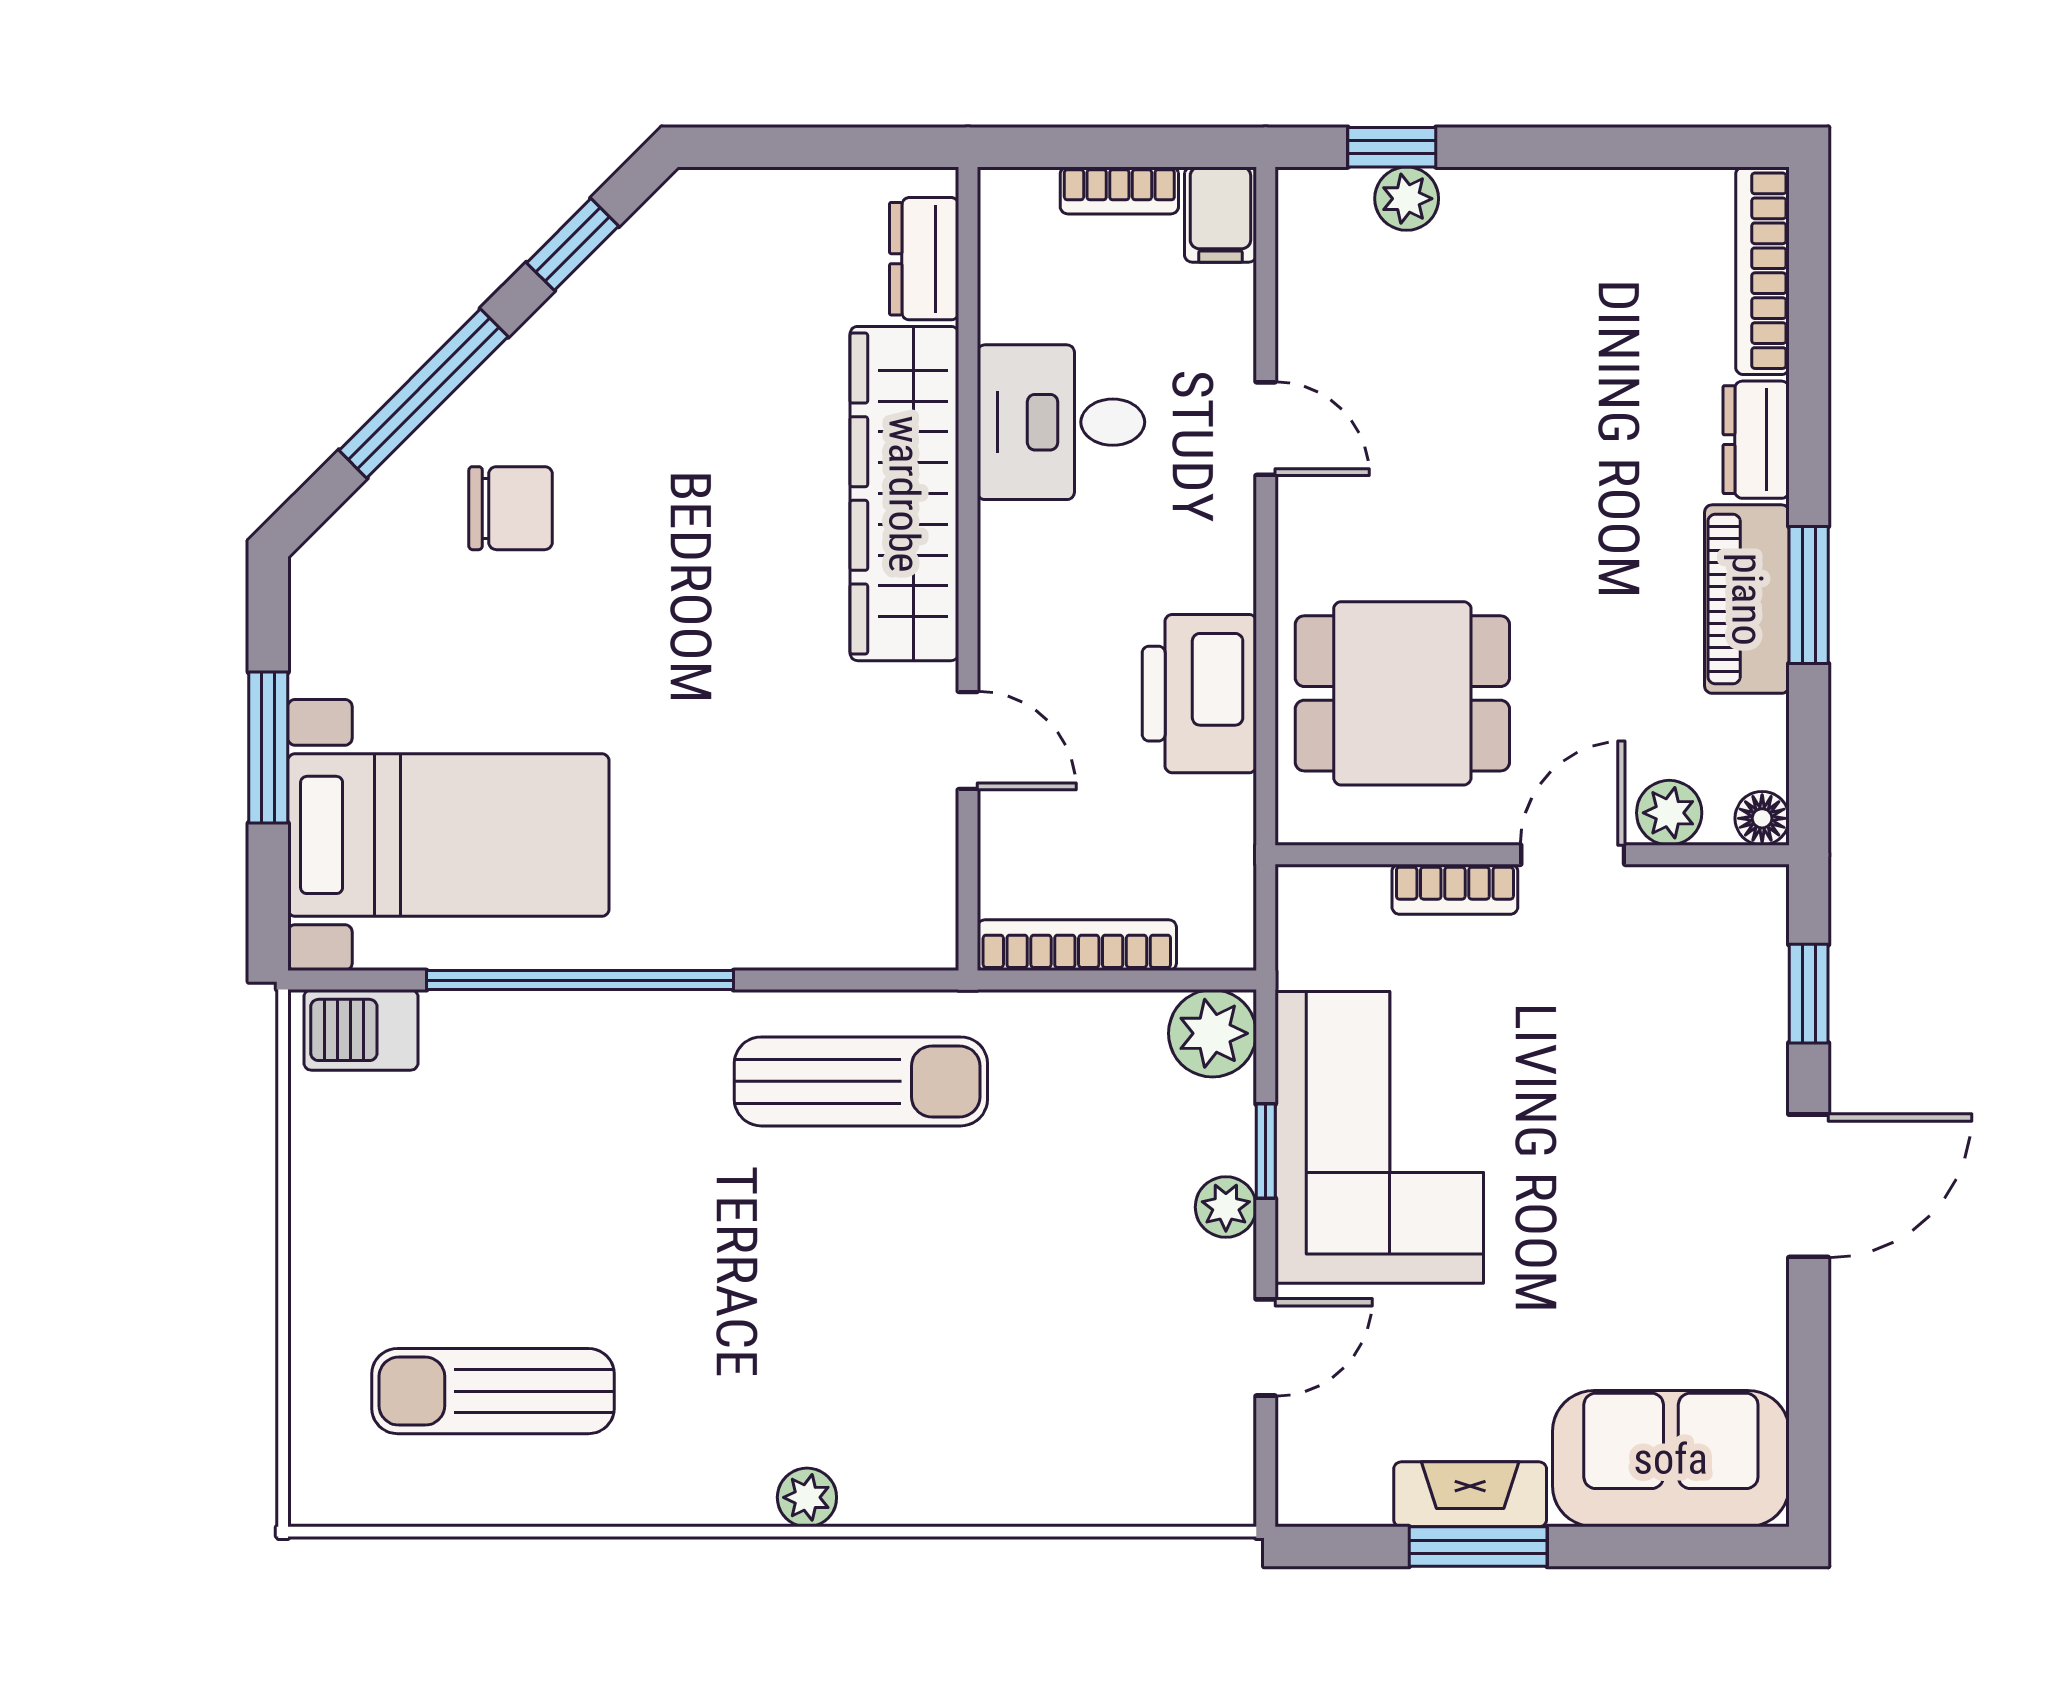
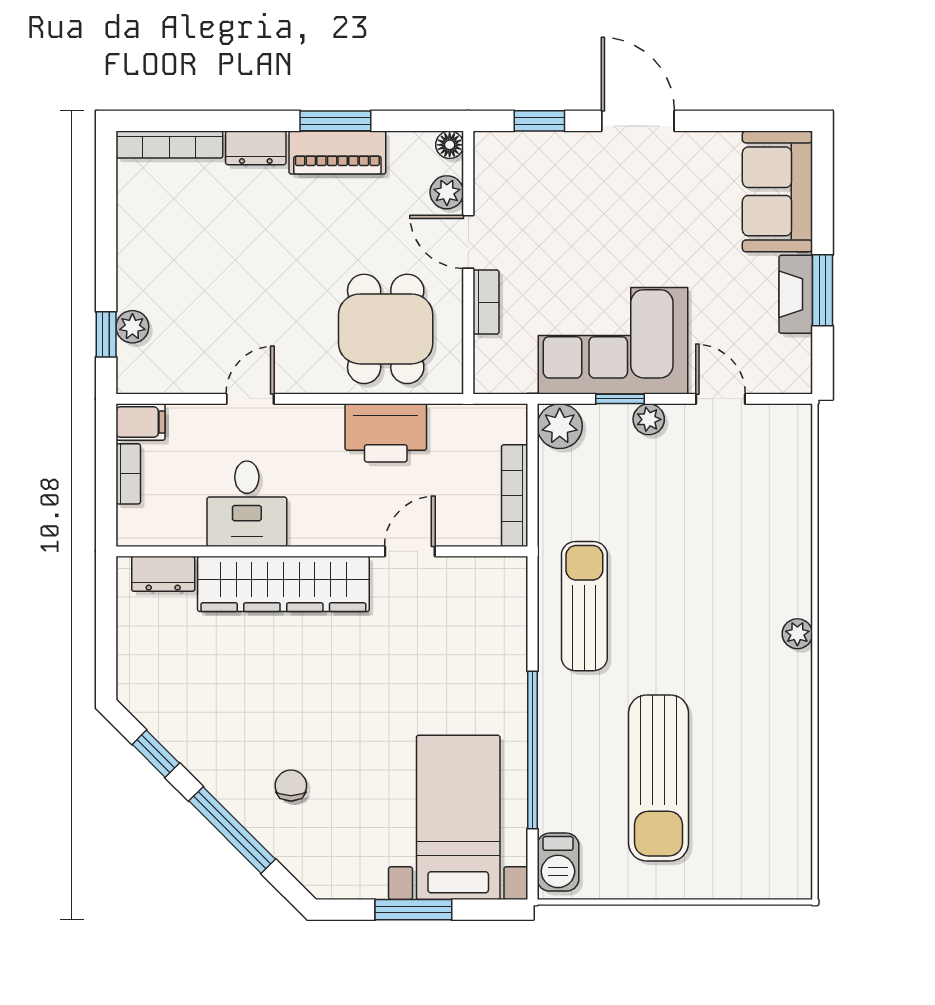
chair: (511, 508) -> (291, 786), width x0.73, depth x0.73
sun lounger: (493, 1391) -> (659, 778), moved, width x1.36, depth x1.34

